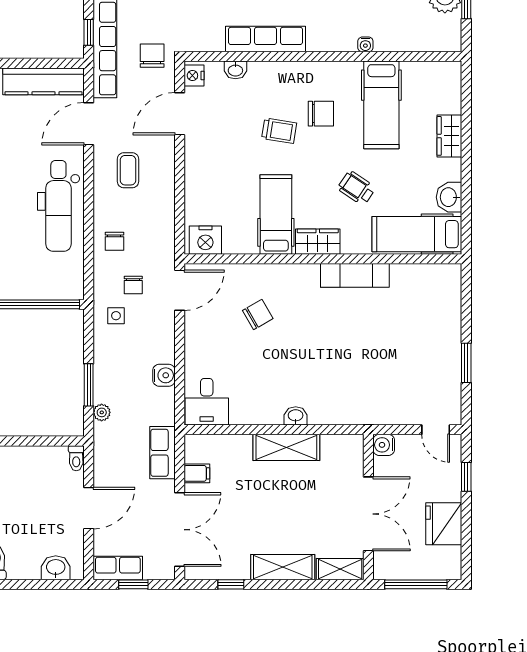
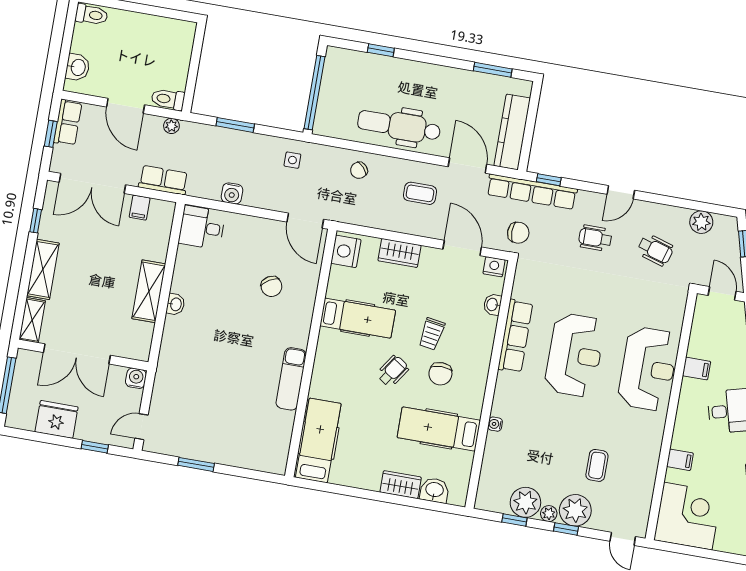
wheelchair: (357, 188) -> (393, 371), moved
washbasin: (449, 197) -> (434, 490), moved
chair: (114, 241) -> (359, 170), turned -43
wardrobe: (318, 242) -> (400, 253), moved, turned 90
chair: (133, 285) -> (317, 180), removed
plant: (102, 412) -> (171, 126), moved
toilet: (76, 458) -> (168, 99), width x1.37, depth x1.39

